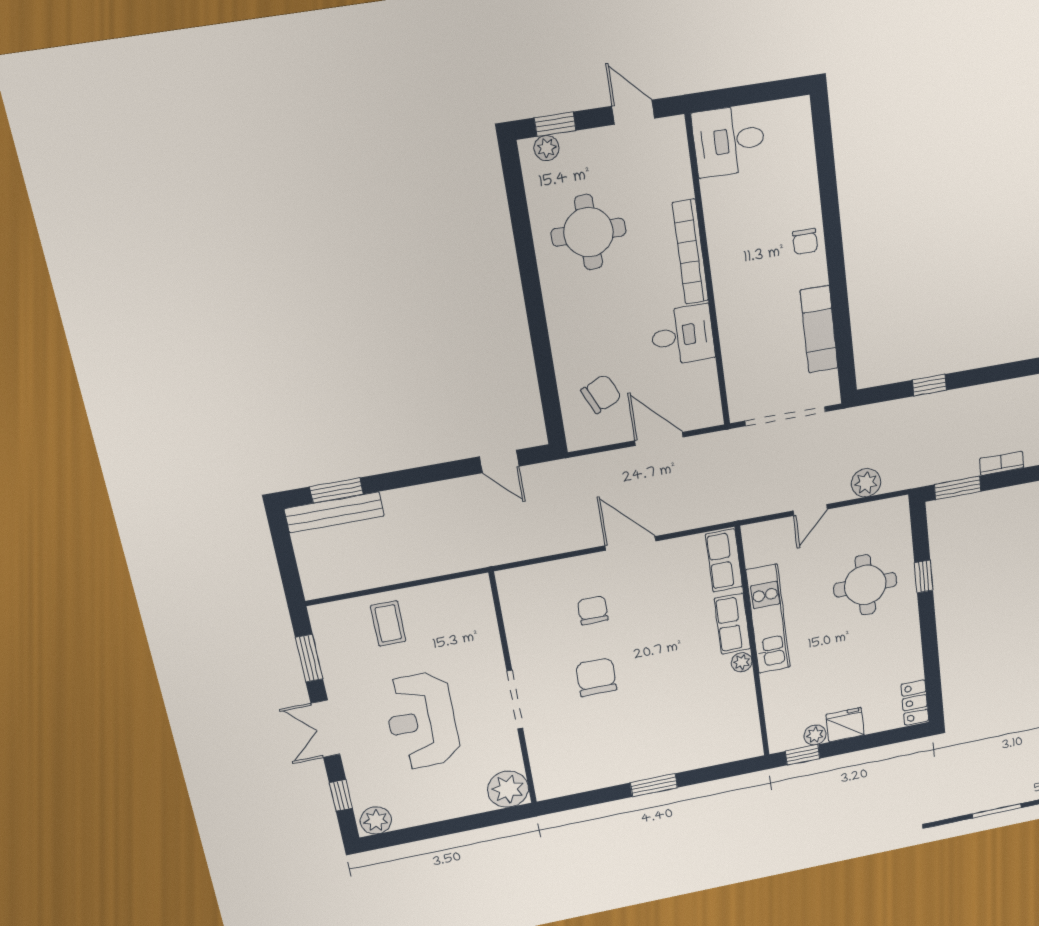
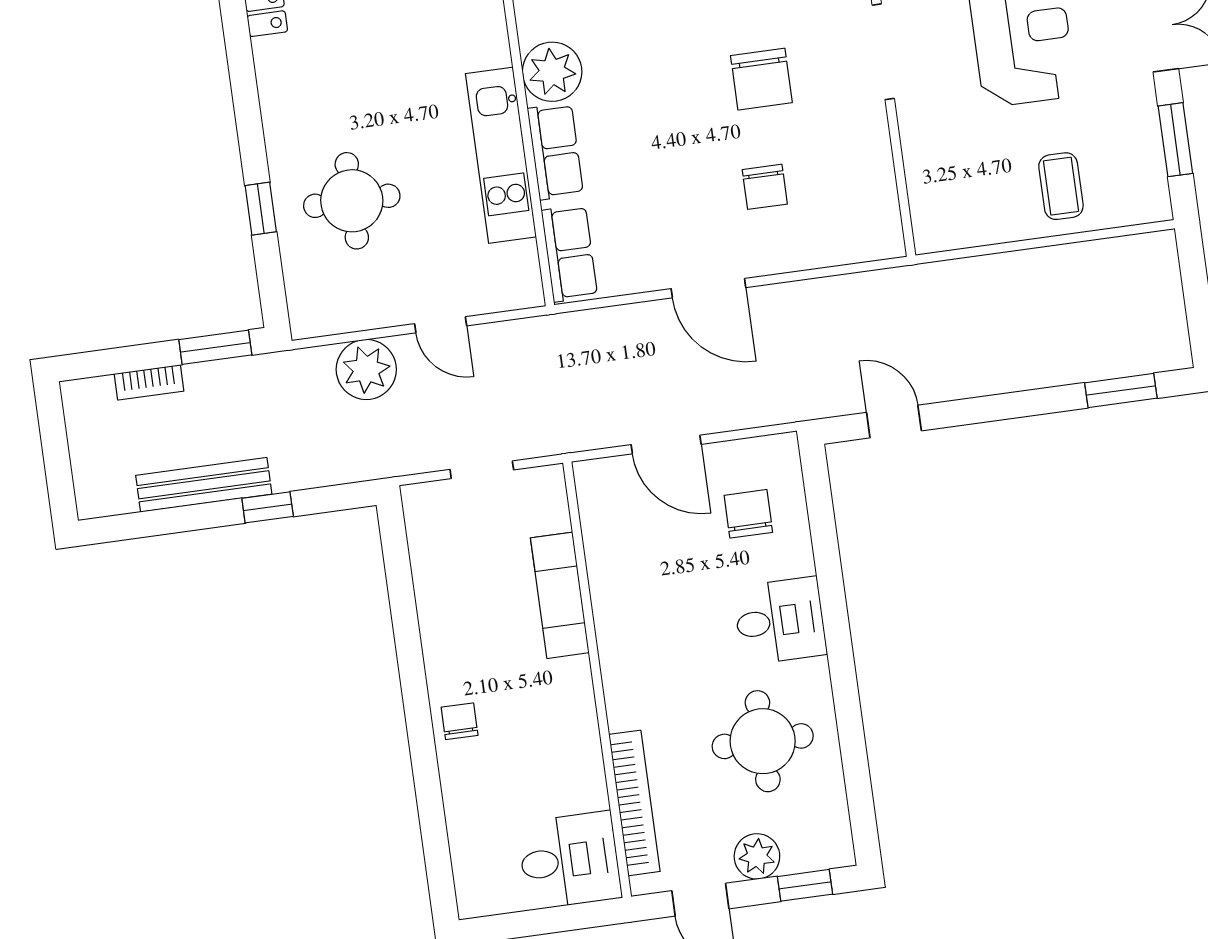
plant: (546, 148) -> (757, 856), moved, width x1.38, depth x1.38
bookcase: (690, 252) -> (634, 803), moved
exam couch: (819, 329) -> (560, 595), moved, turned 180
desk: (682, 335) -> (780, 621), moved, turned 180
chair: (601, 394) -> (748, 514), turned 114
doorway: (785, 416) -> (482, 470), width x0.53
plant: (866, 483) -> (366, 369), width x1.36, depth x1.36
door: (810, 510) -> (441, 325), swing flipped
bench: (334, 512) -> (204, 485), moved
plant: (742, 662) -> (552, 72), width x1.88, depth x1.88

